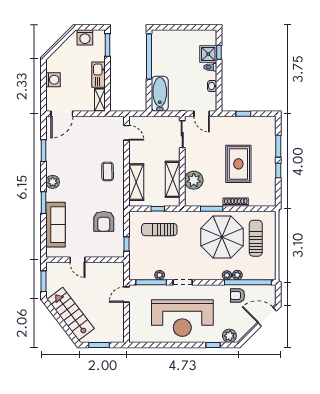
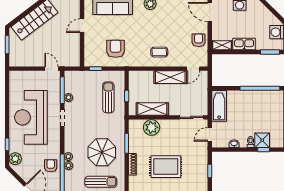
bathtub: (160, 94) -> (219, 106), moved, turned -90
armchair: (94, 127) -> (199, 40), added
shelving: (136, 182) -> (170, 77), moved
armchair: (104, 221) -> (116, 49), turned 90
parasol: (222, 237) -> (102, 152), width x0.73, depth x0.73

